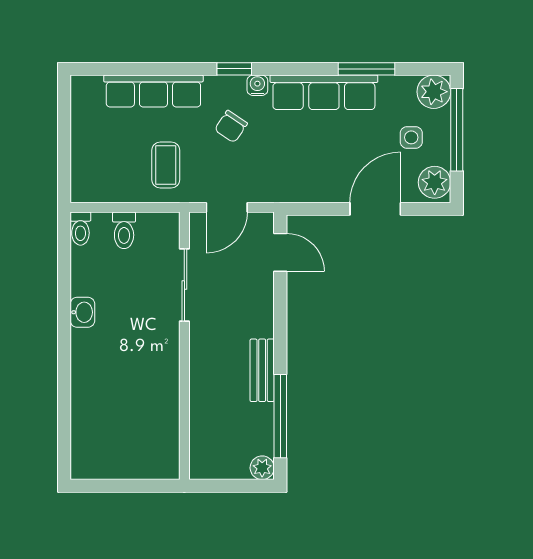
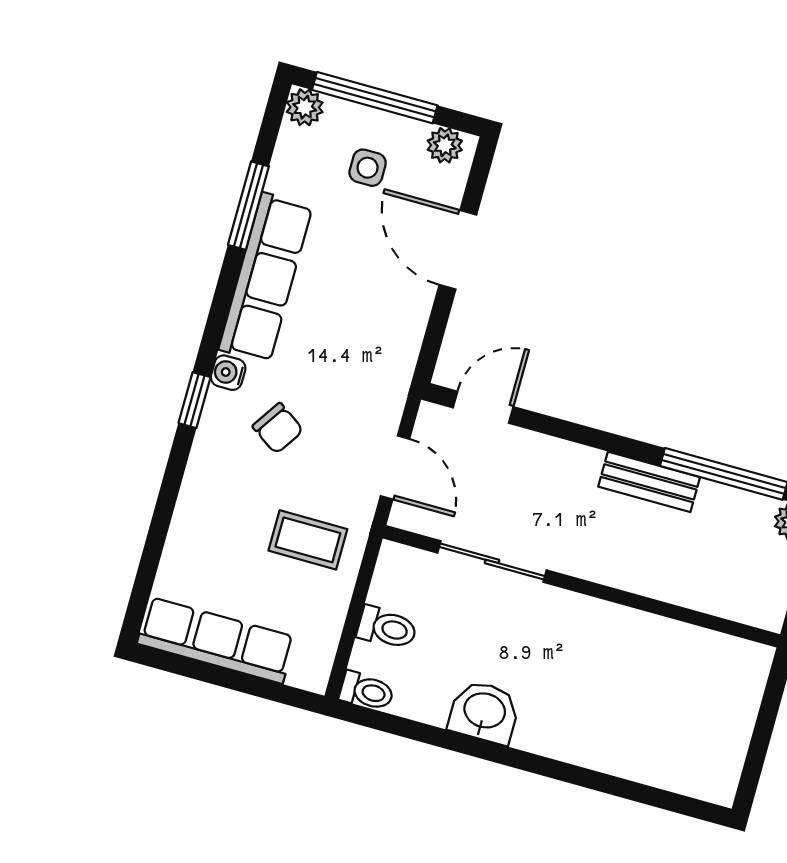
row of seats: (153, 91) -> (216, 640), moved, turned -90
plant: (434, 92) -> (305, 107), width x0.73, depth x0.73
plant: (435, 182) -> (445, 145), width x0.73, depth x0.73
washbasin: (82, 312) -> (484, 712), width x1.38, depth x1.45

